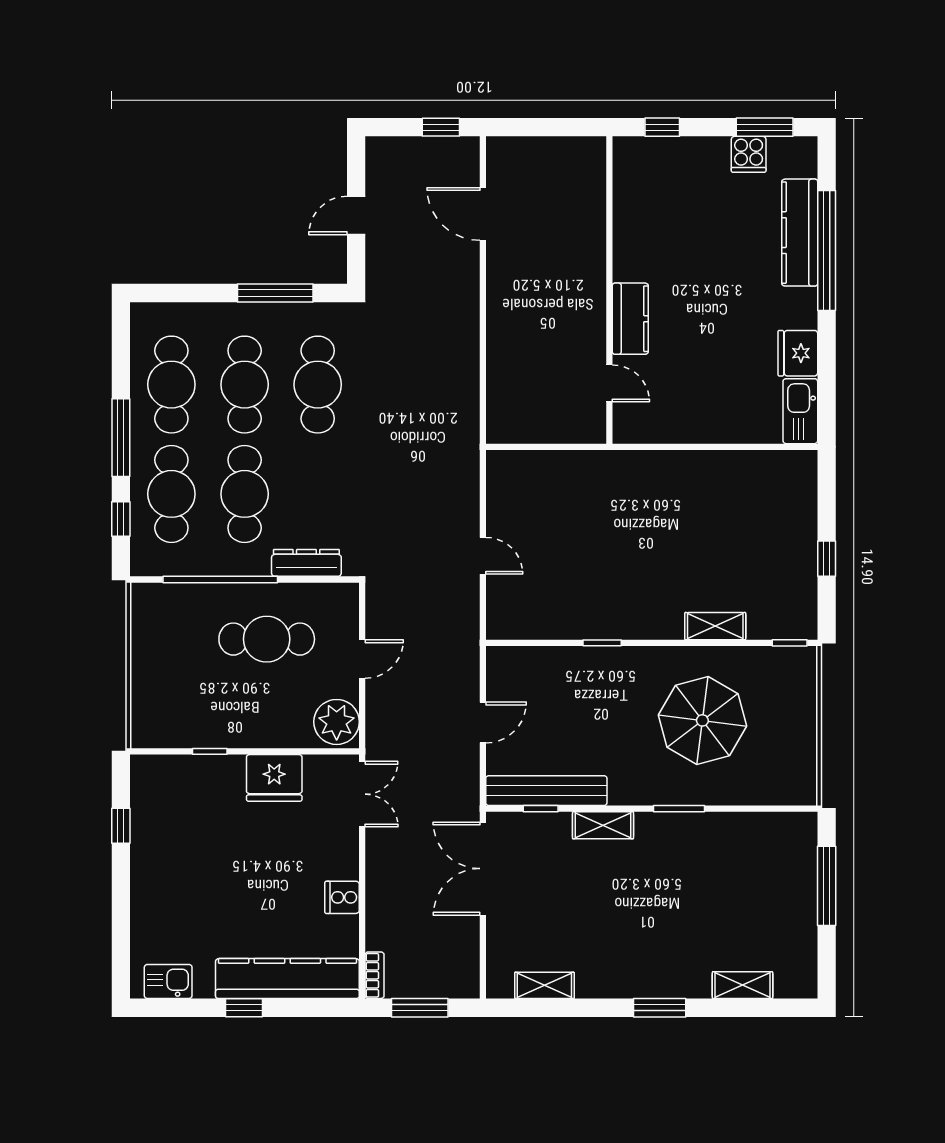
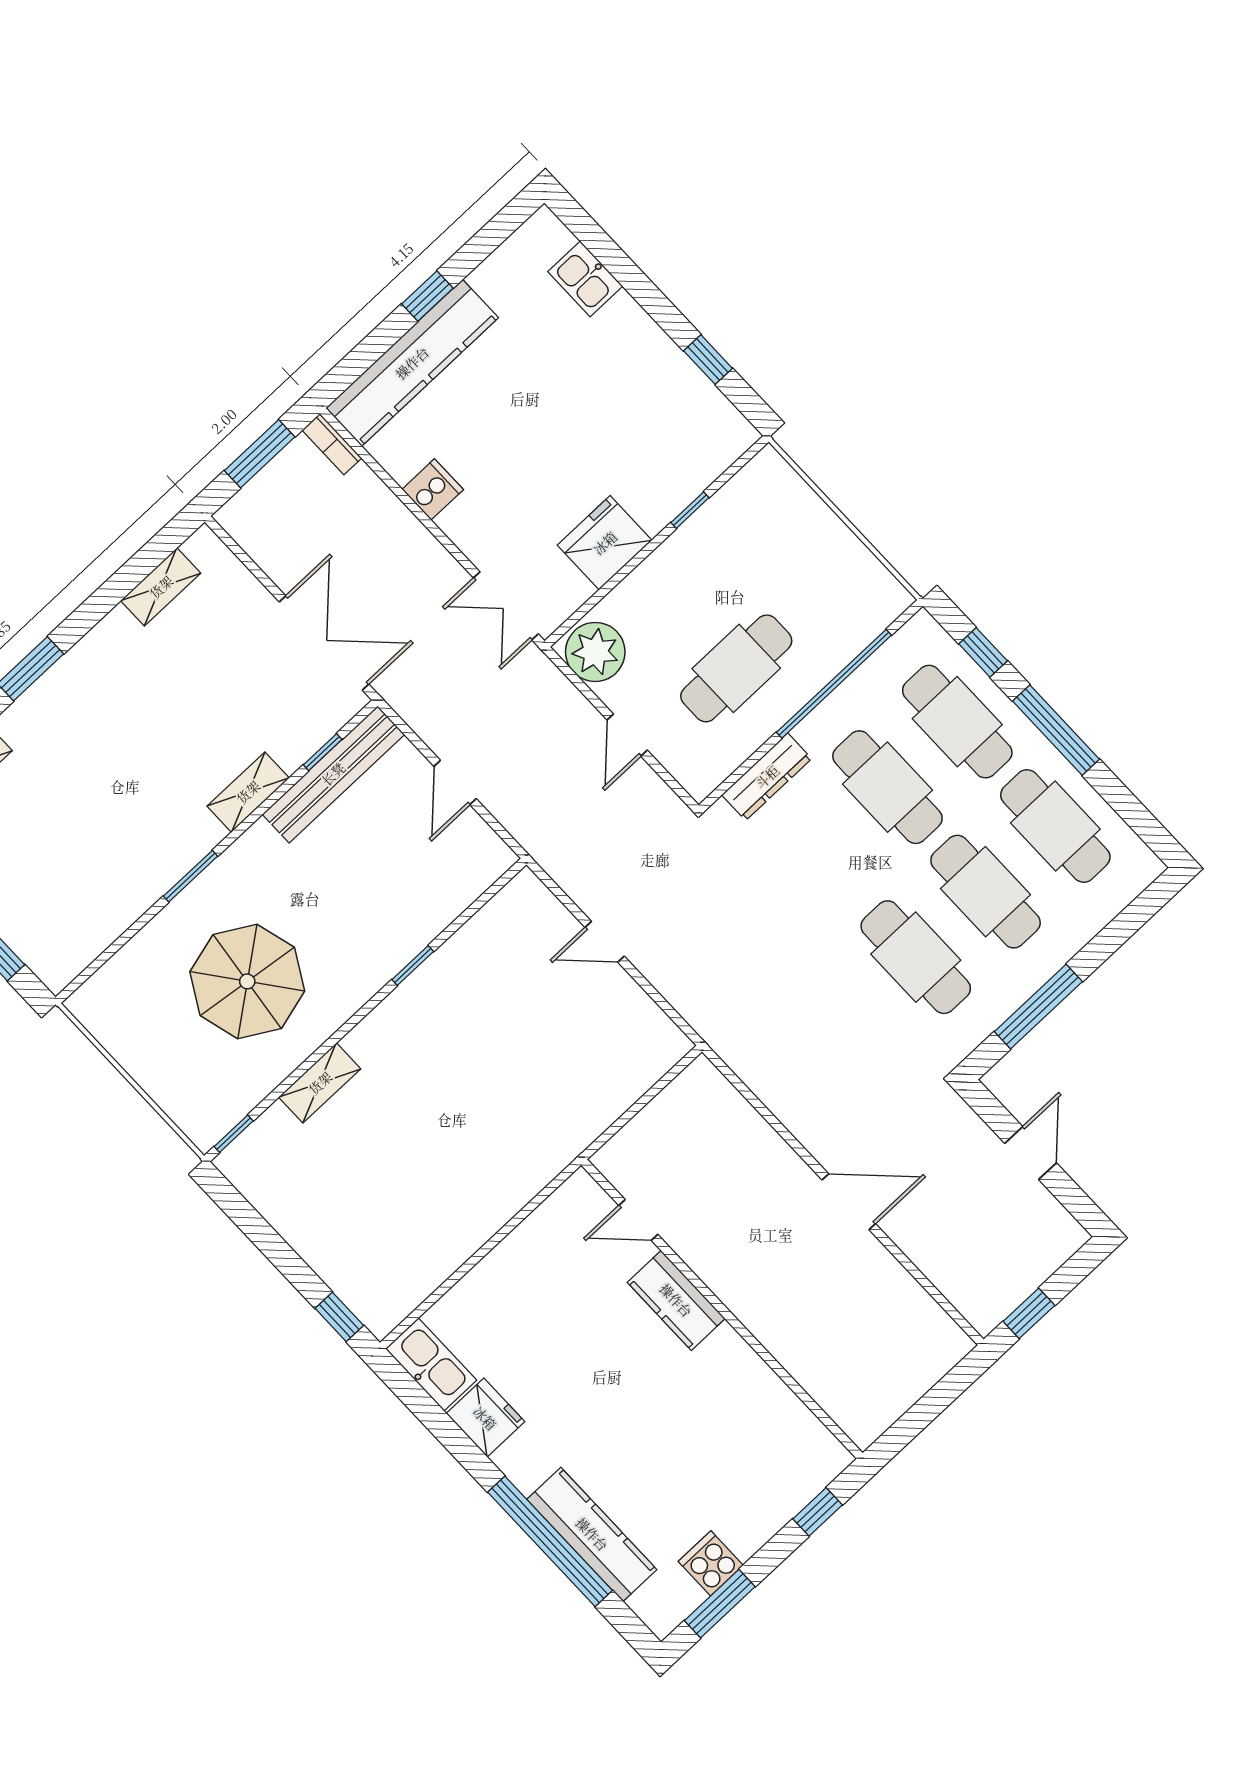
door: (483, 214) -> (849, 1202), moved
window: (827, 559) -> (339, 1317), moved
kitchen sink: (168, 981) -> (585, 279), moved, turned 90

